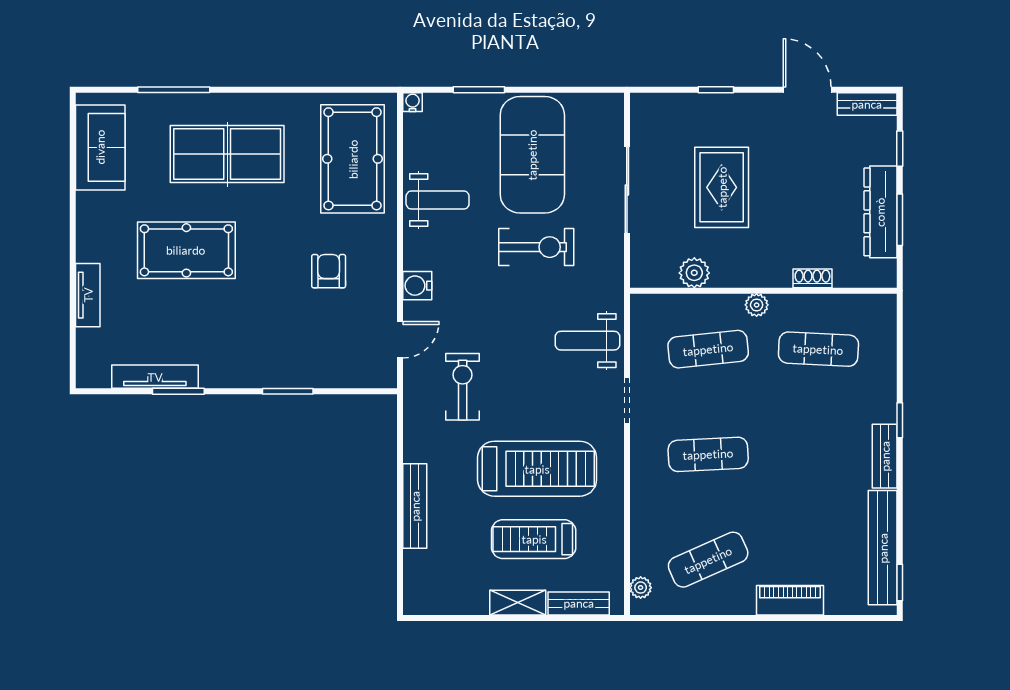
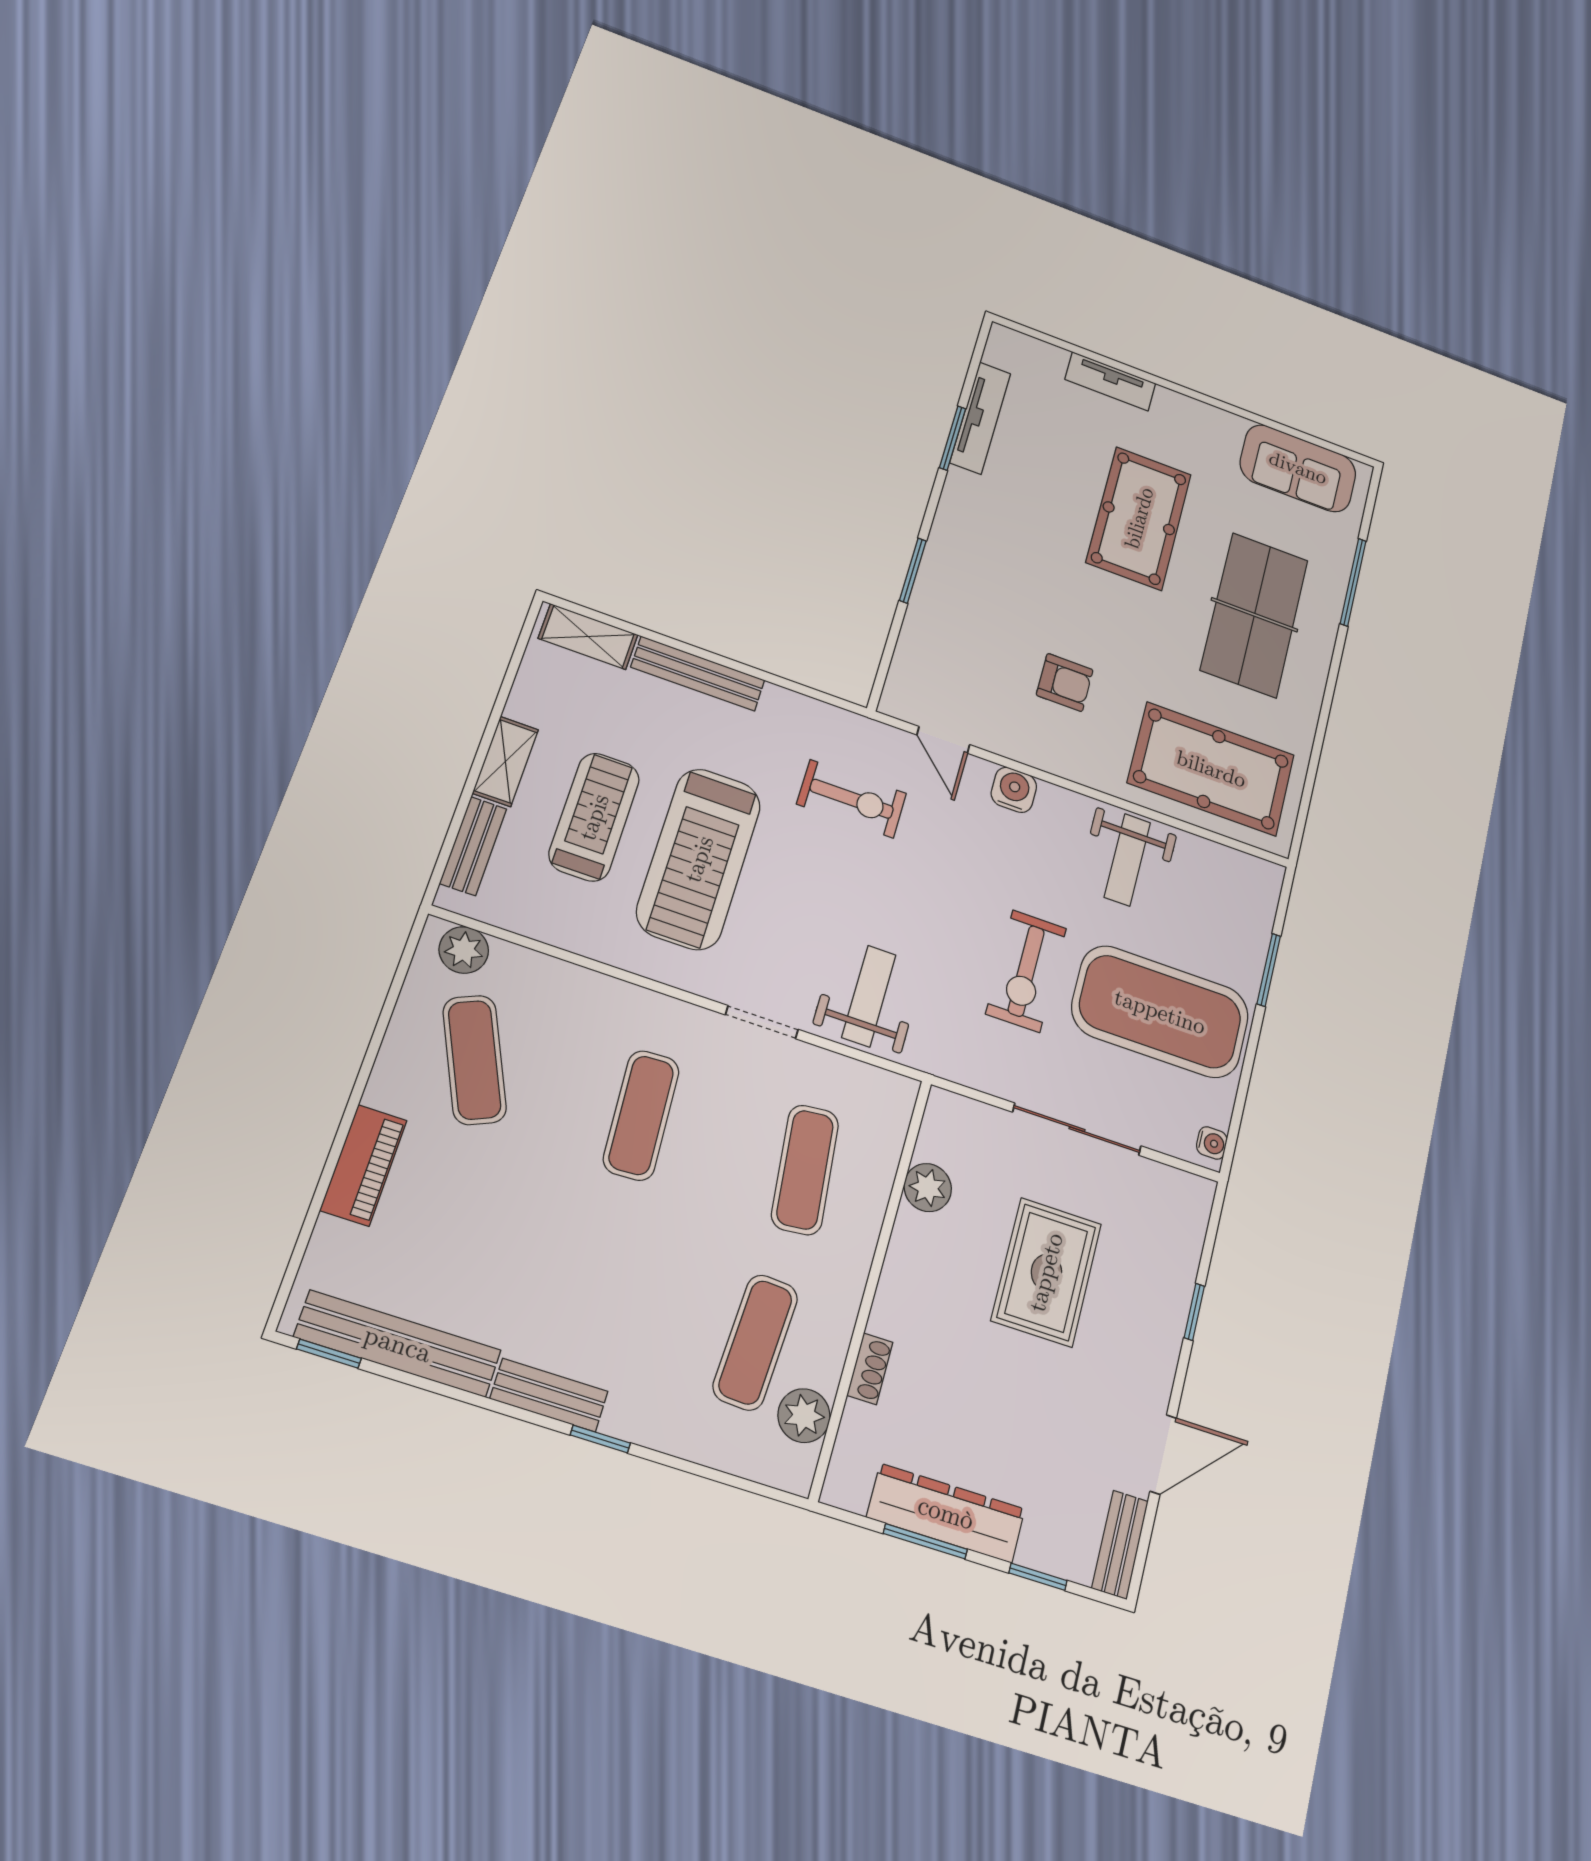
water cooler: (413, 102) -> (1212, 1143), moved
rug: (722, 187) -> (1046, 1272), turned 90
plant: (757, 305) -> (804, 1416), moved, width x1.38, depth x1.38
shelving: (416, 580) -> (588, 637), added
plant: (641, 588) -> (464, 950), width x1.38, depth x1.38

